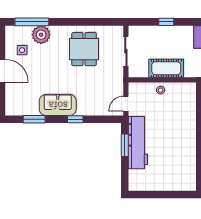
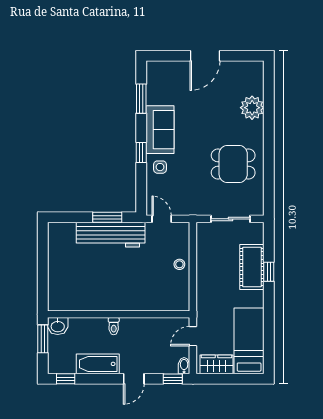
window: (32, 22) -> (269, 96), removed
side table: (22, 50) -> (160, 167), moved
cot: (166, 68) -> (252, 267), moved

